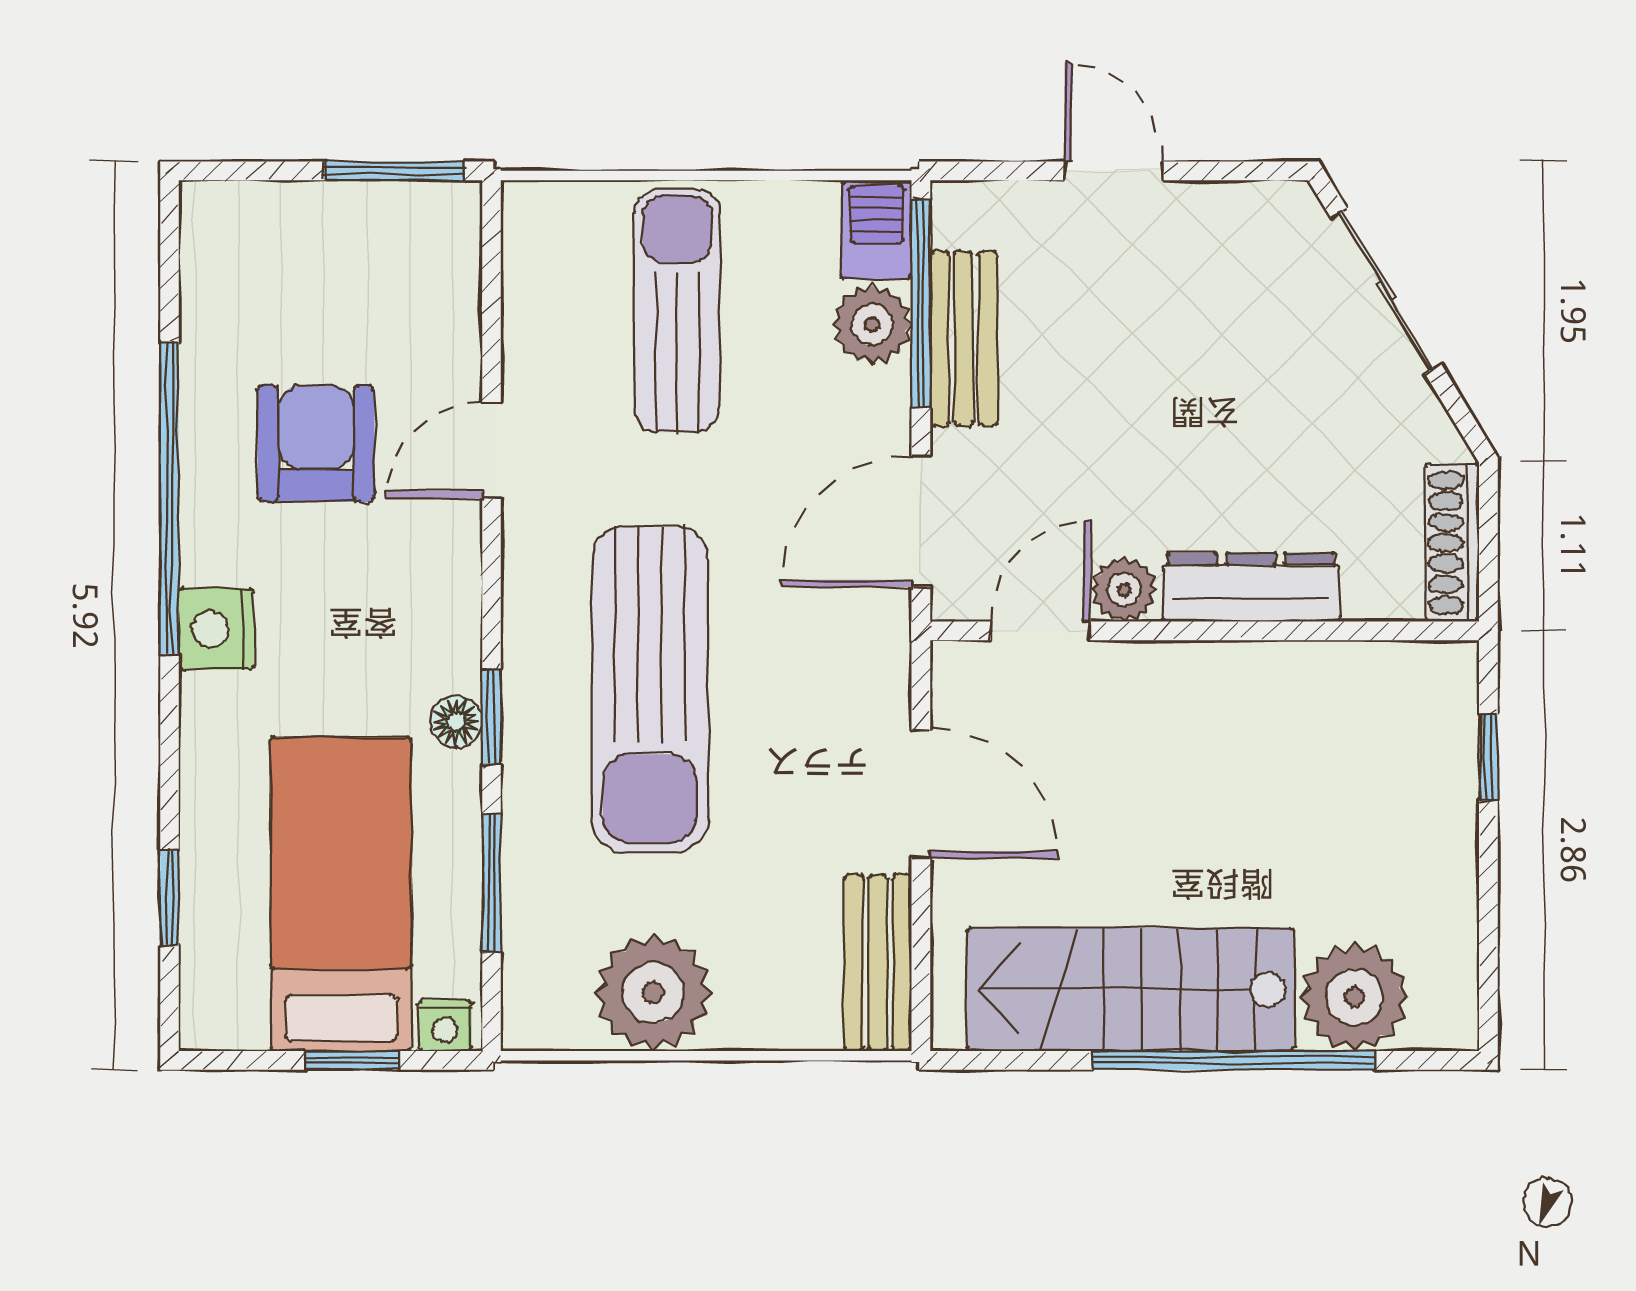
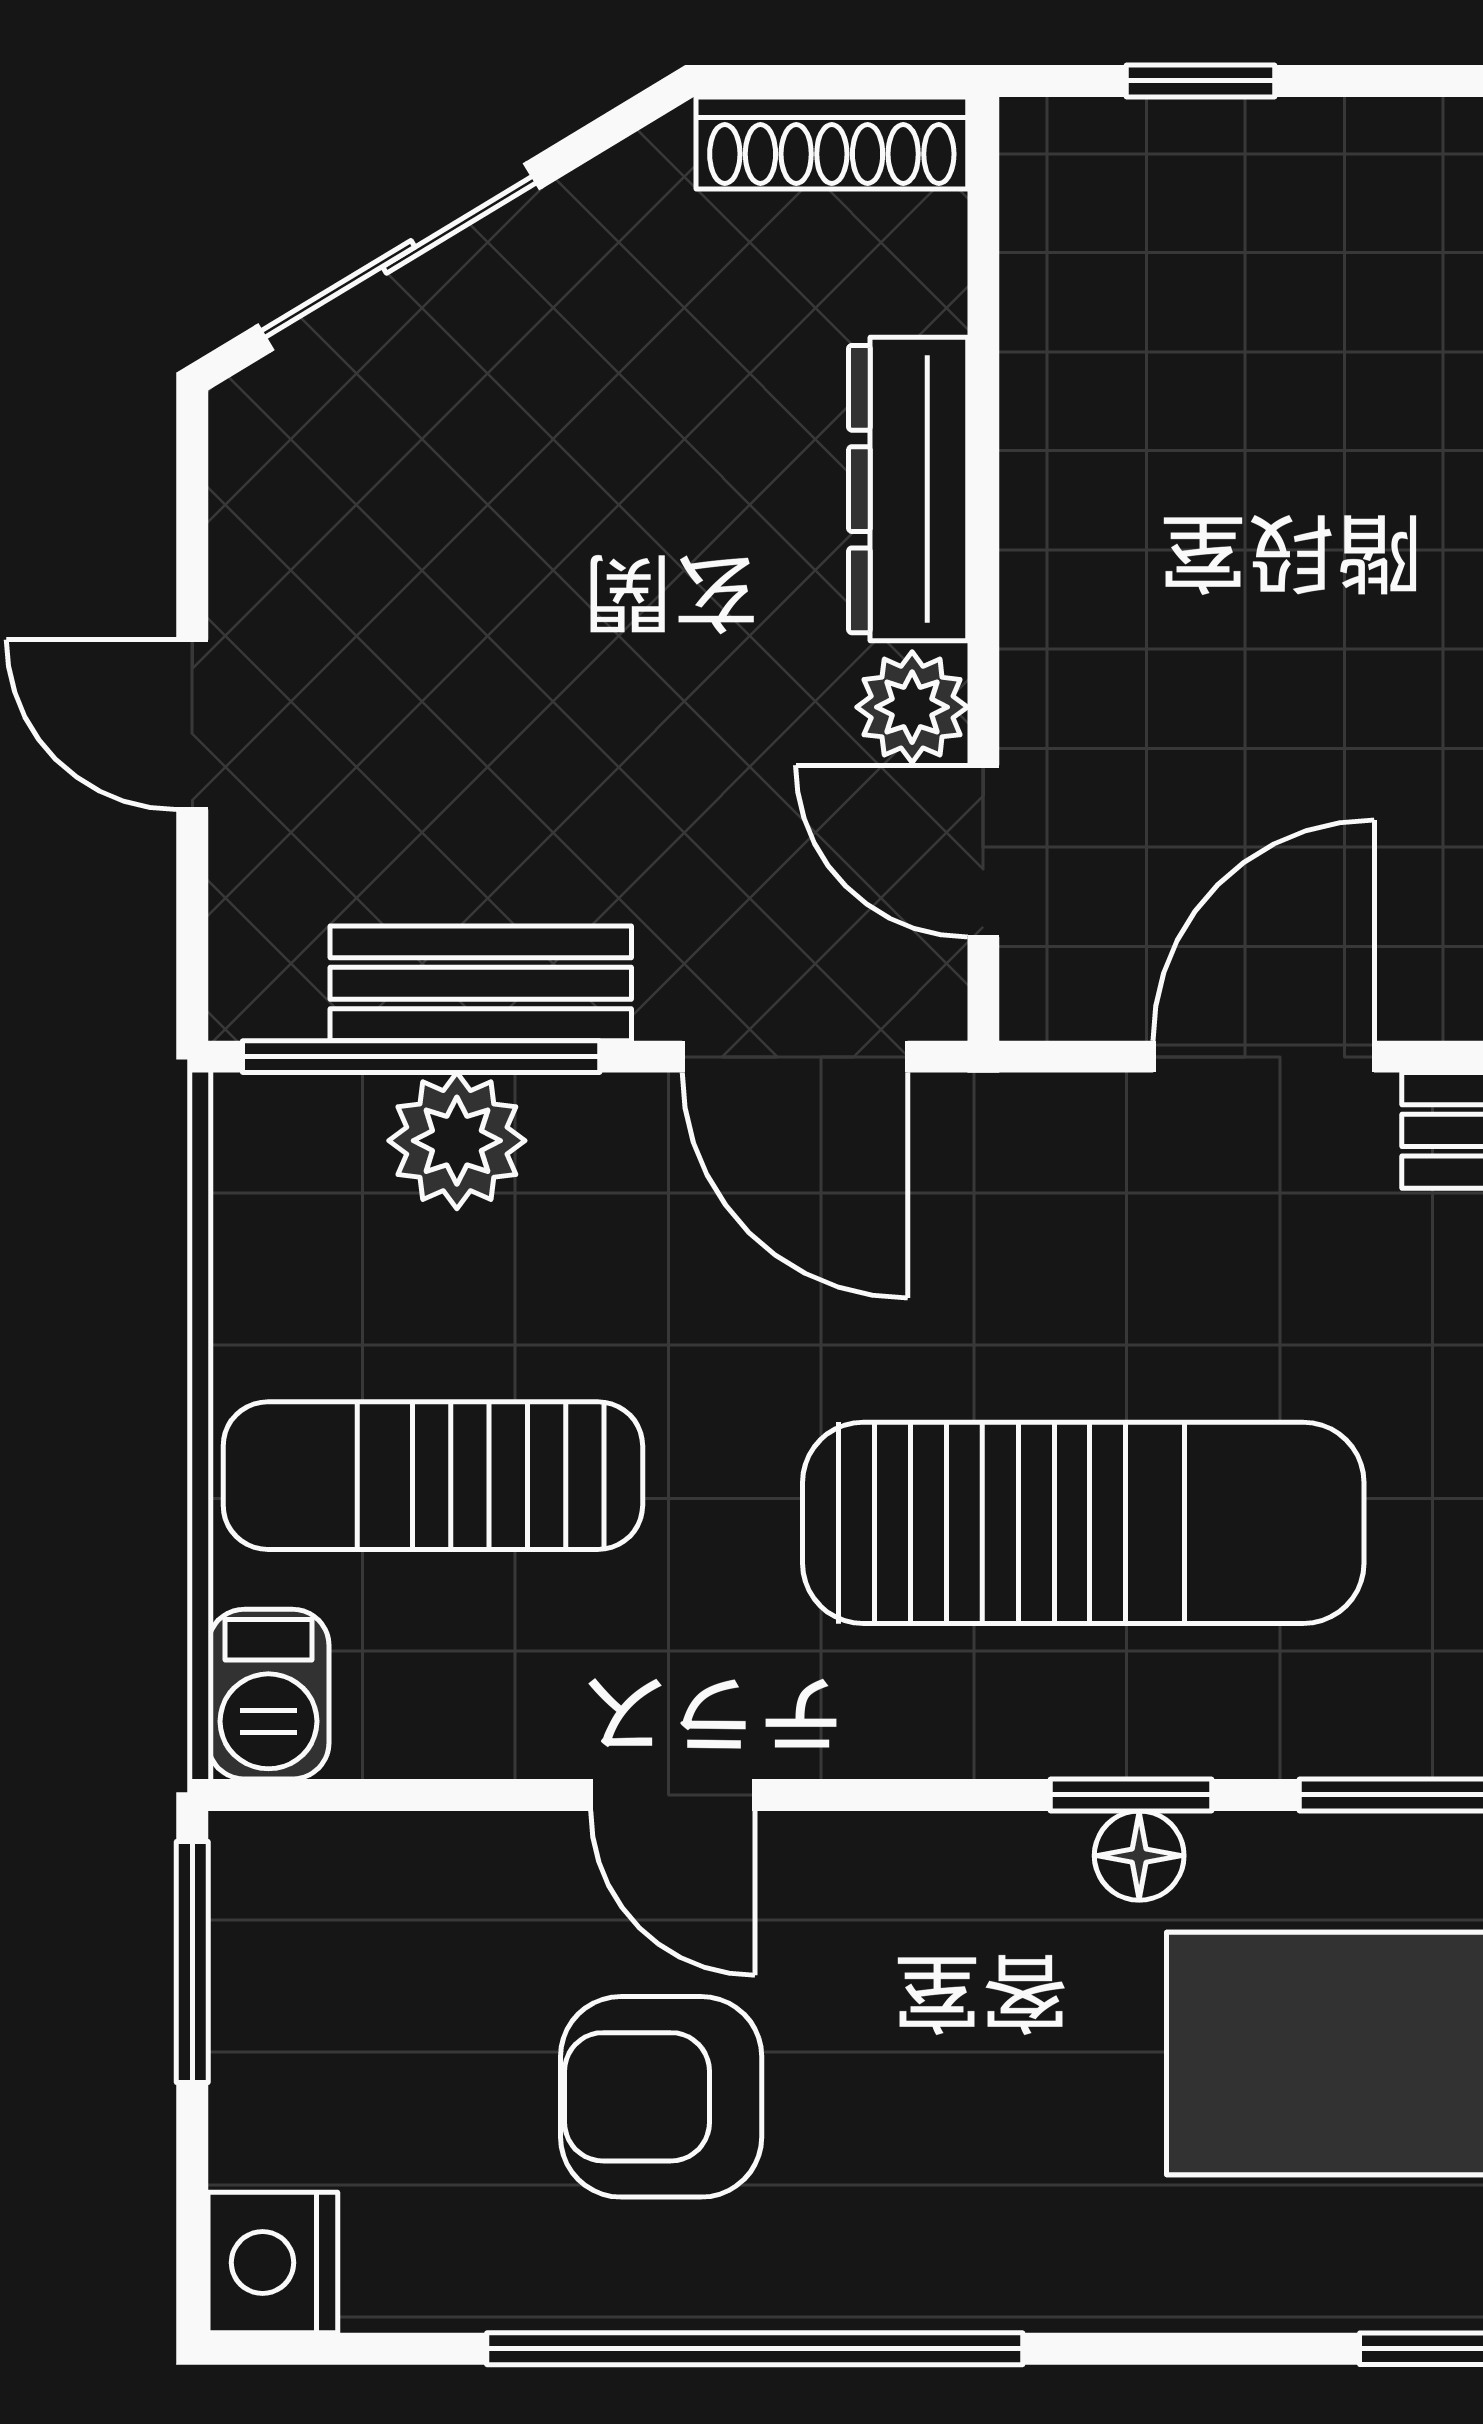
door: (1114, 171) -> (192, 725), hinge flipped
barbecue: (877, 229) -> (268, 1694), moved, turned -90
nightstand: (216, 629) -> (273, 2263), moved, turned 90

